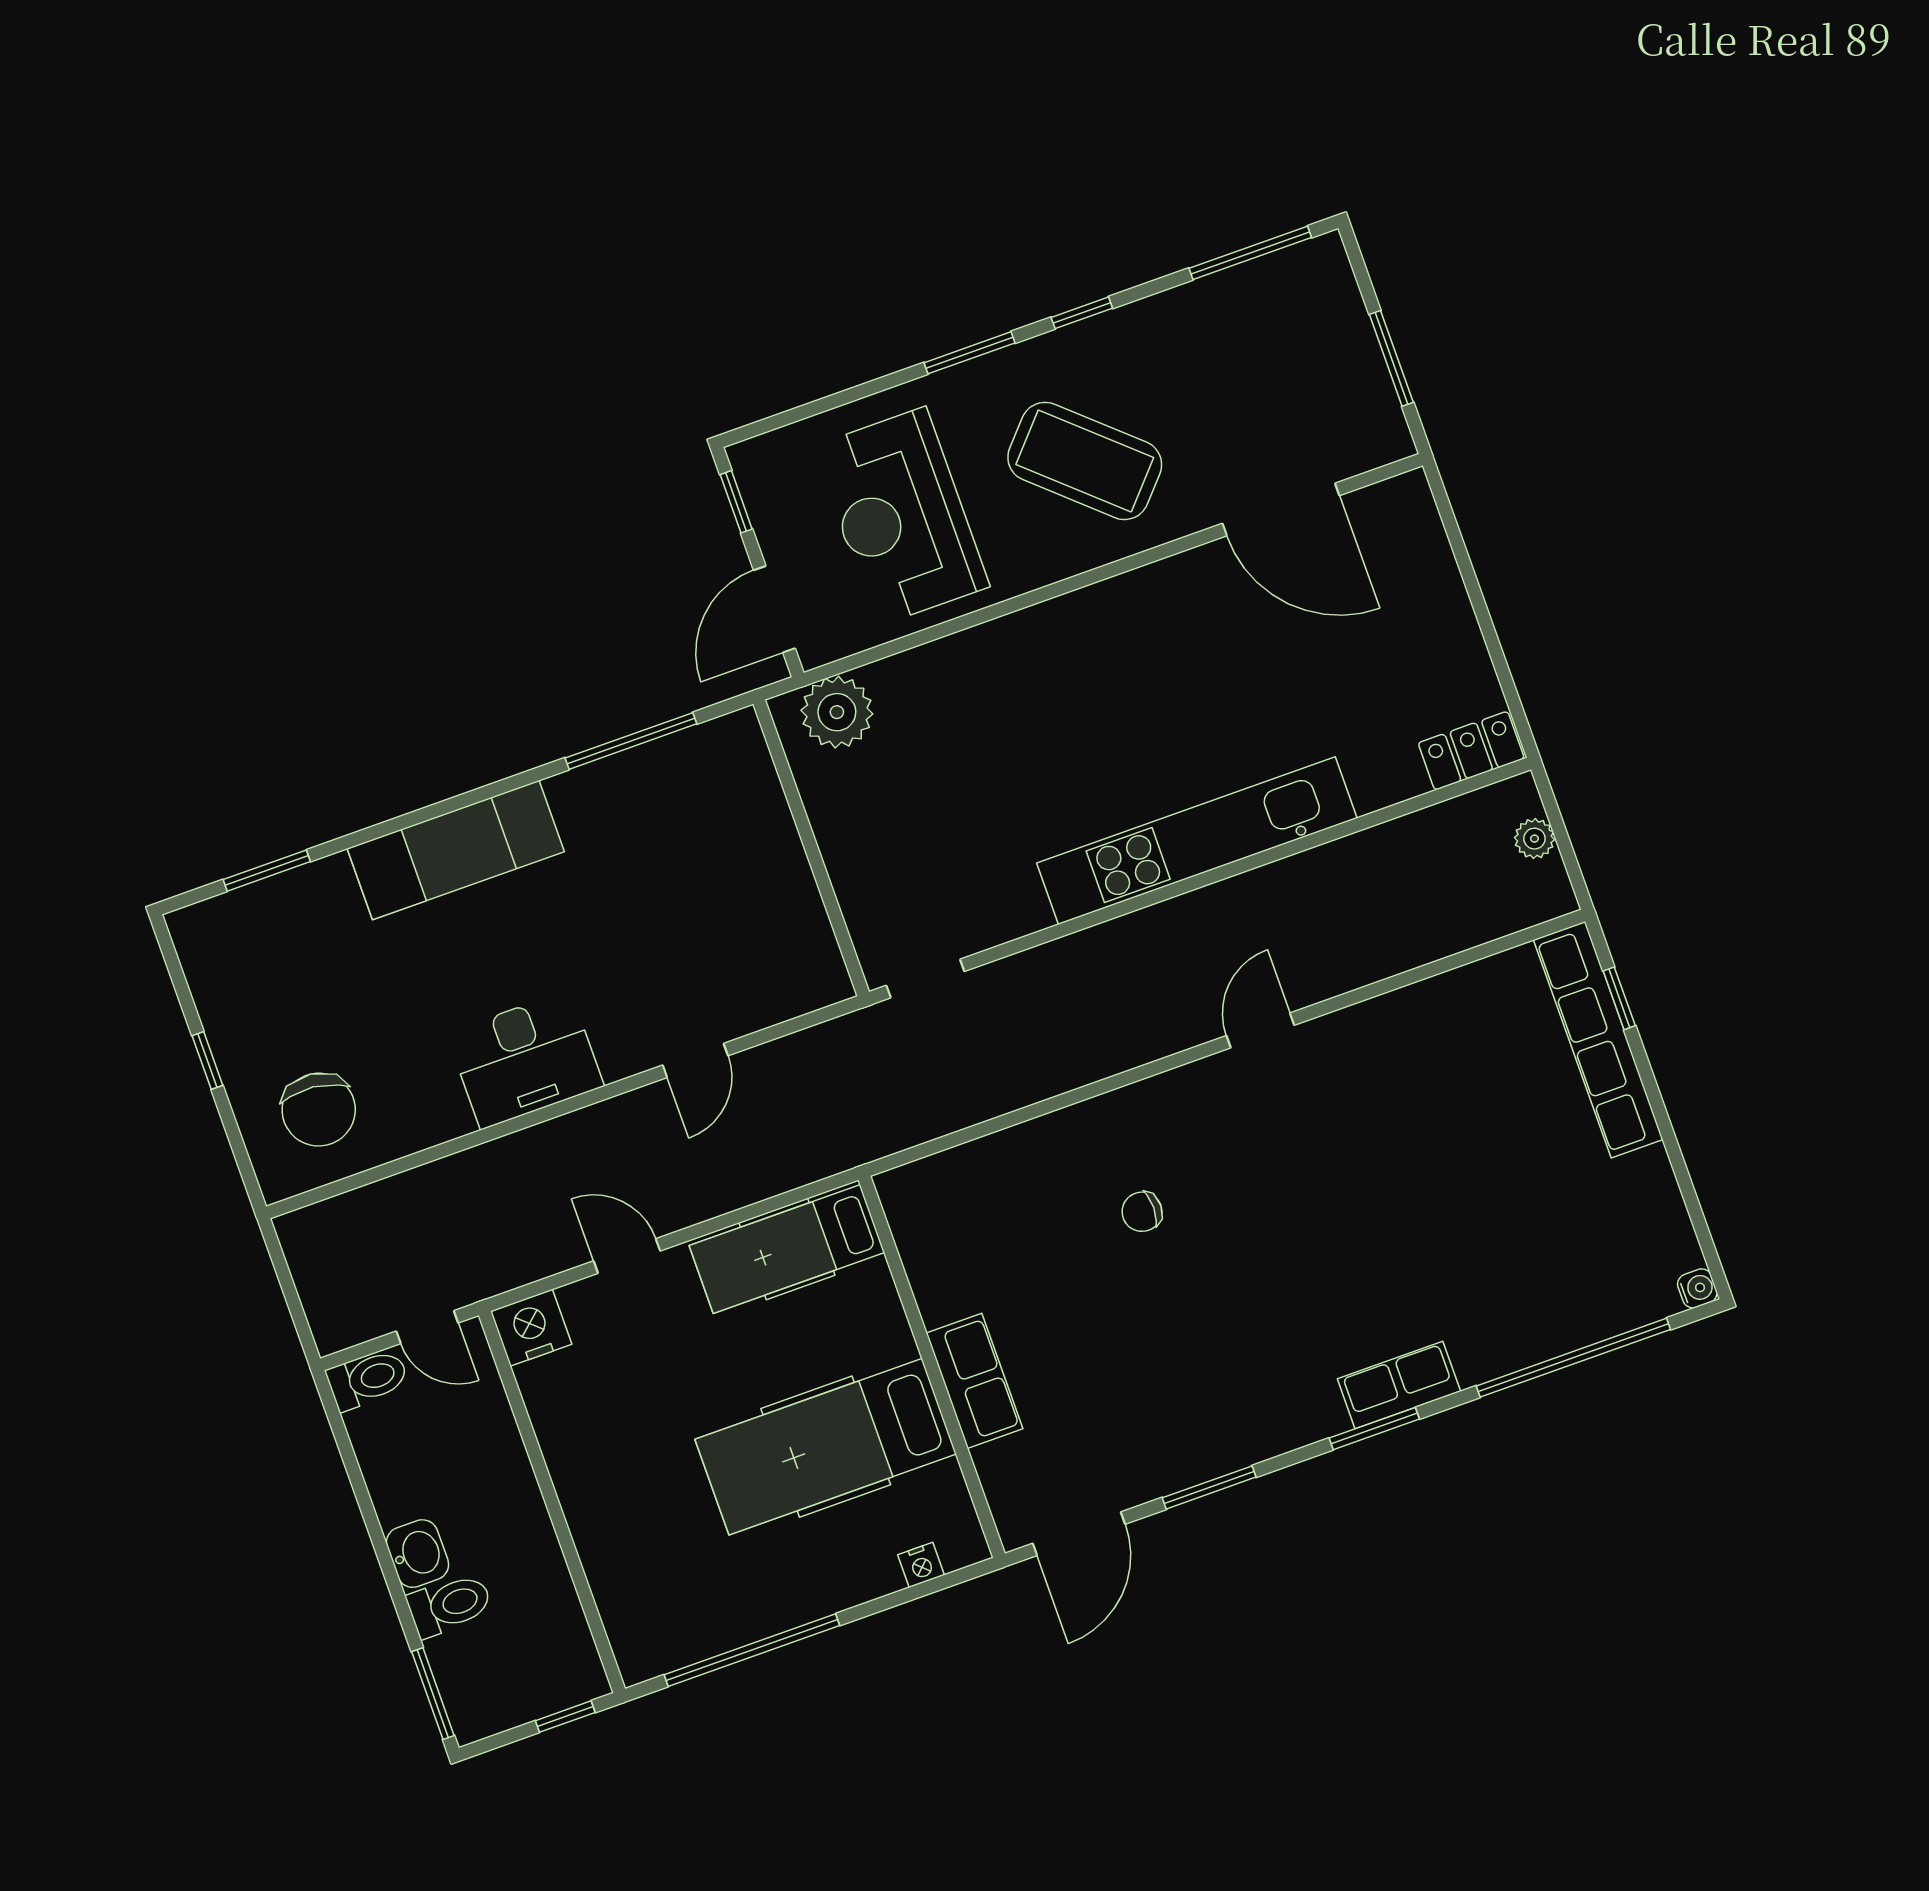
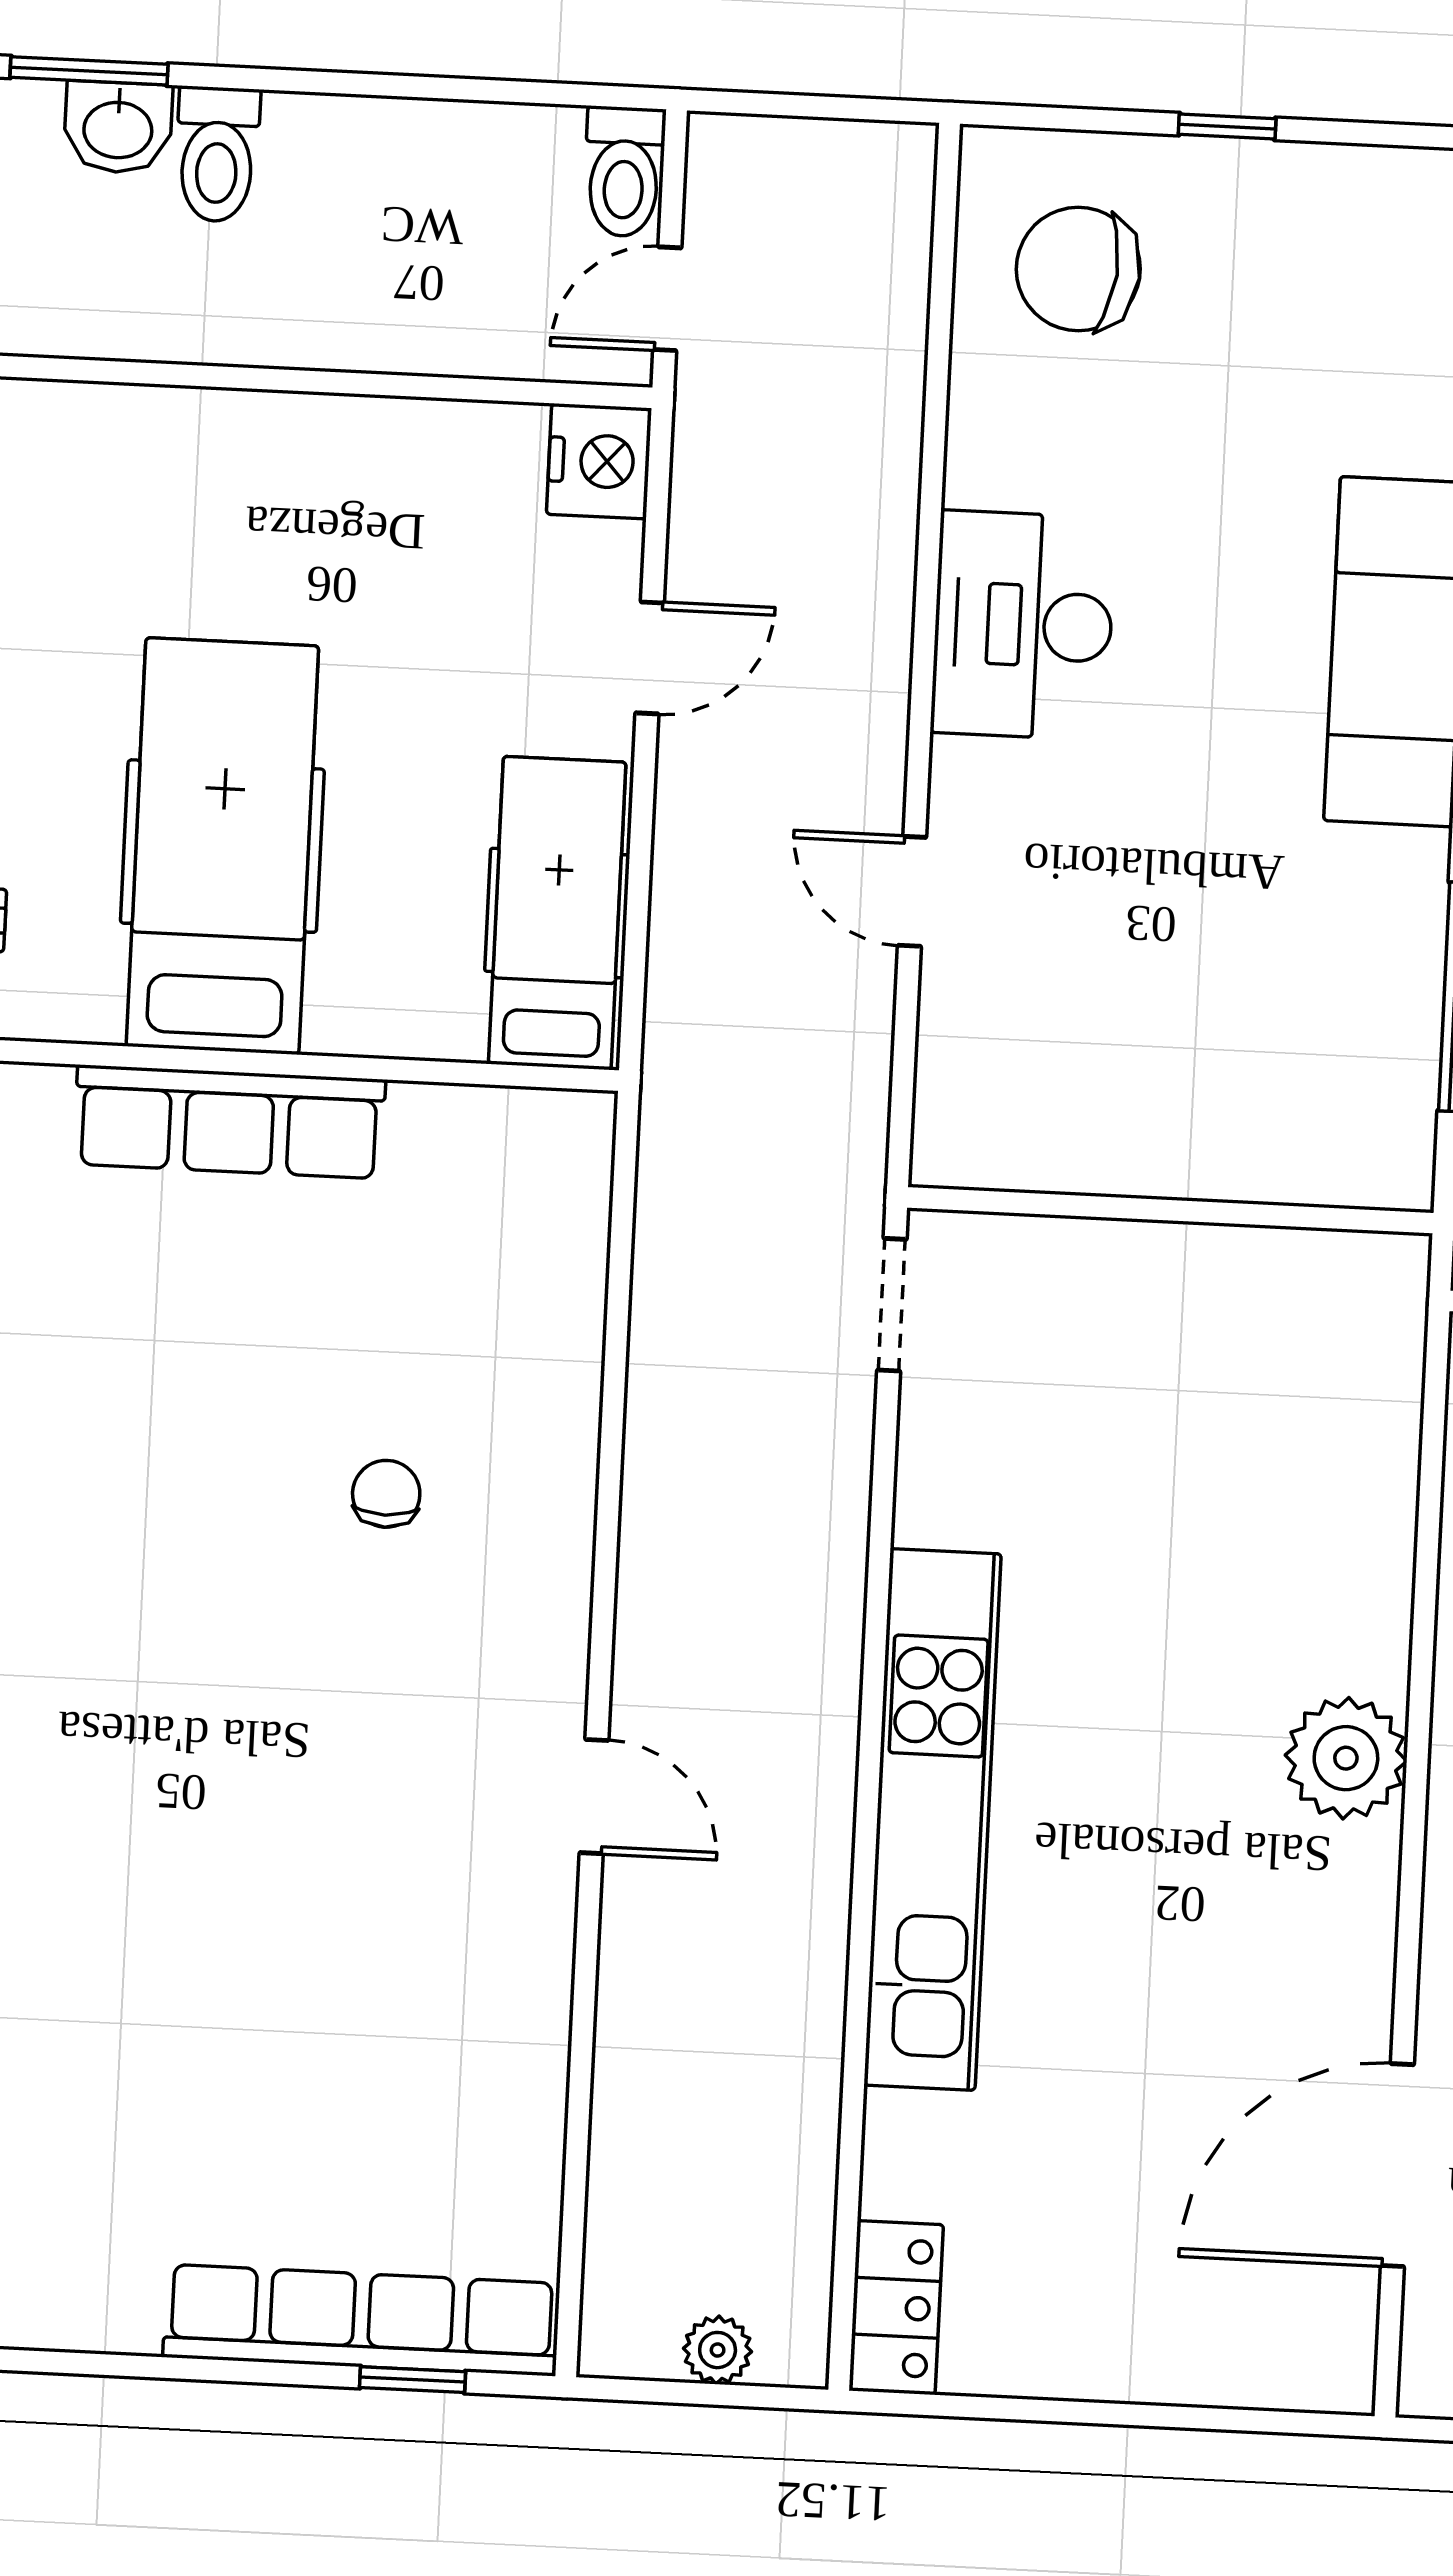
plant: (837, 712) -> (1346, 1758), moved
row of seats: (974, 1381) -> (229, 1122), width x1.48
washbasin: (417, 1554) -> (118, 127), moved

